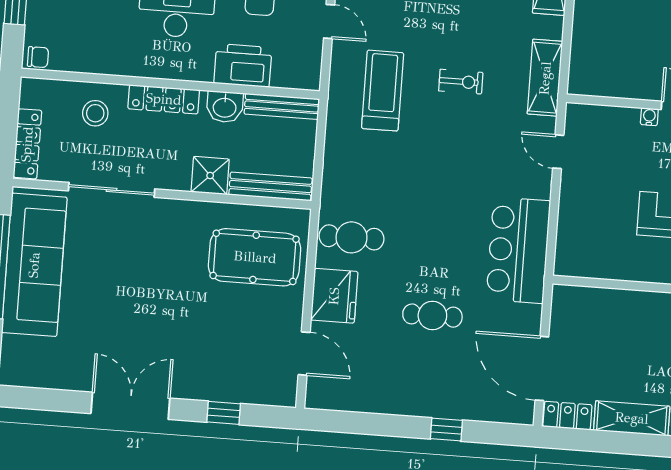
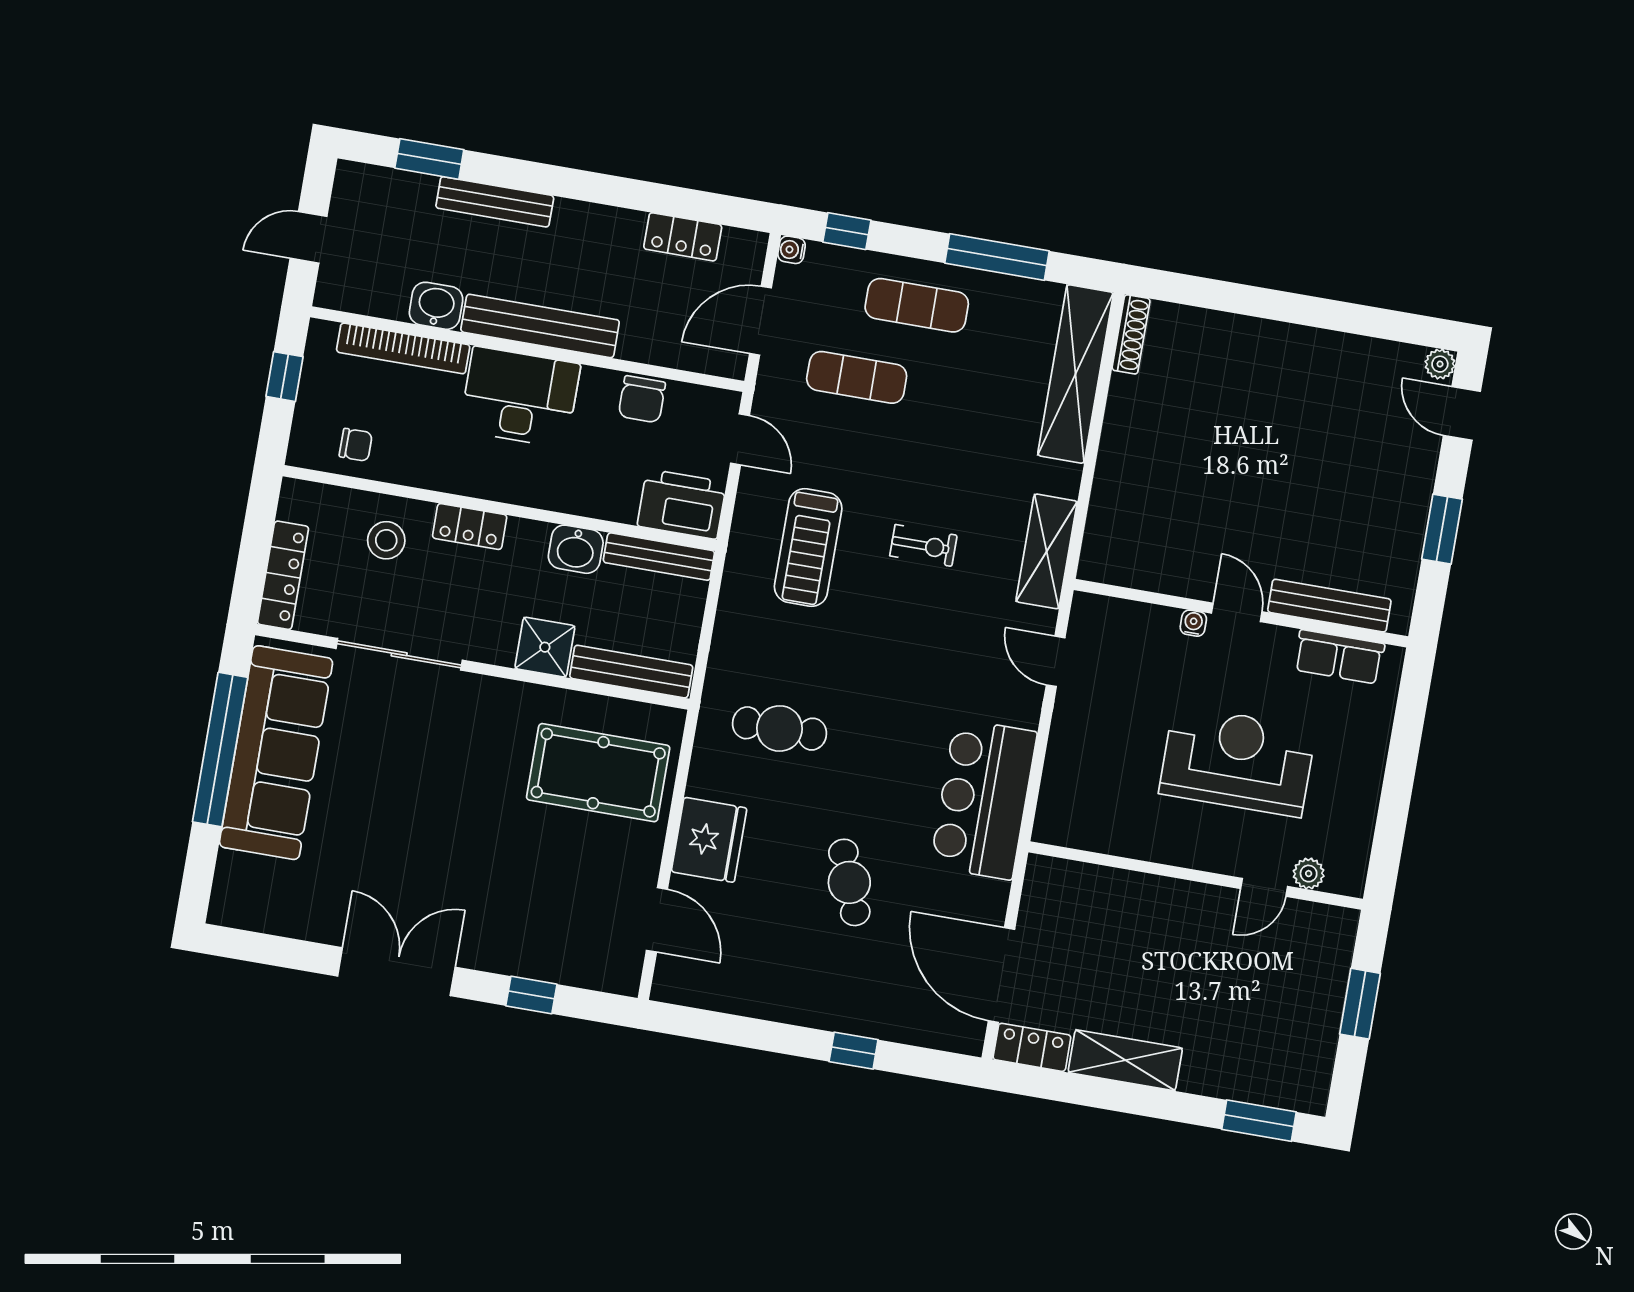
chair: (38, 57) -> (356, 445), moved
printer: (243, 65) -> (682, 504), moved
treadmill: (383, 91) -> (808, 548), turned 180
locker: (164, 99) -> (470, 526), width x0.66
cafe table: (352, 237) -> (779, 728), moved
cafe table: (432, 316) -> (849, 882), turned 69

